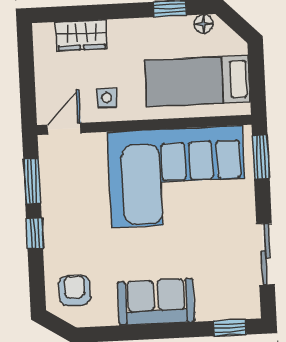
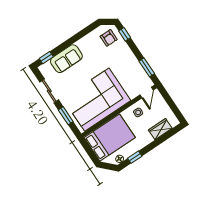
bed: (198, 81) -> (110, 138), width x1.50
window: (261, 157) -> (66, 116), moved
window: (35, 234) -> (125, 34), moved
sofa: (156, 302) -> (66, 59), moved

